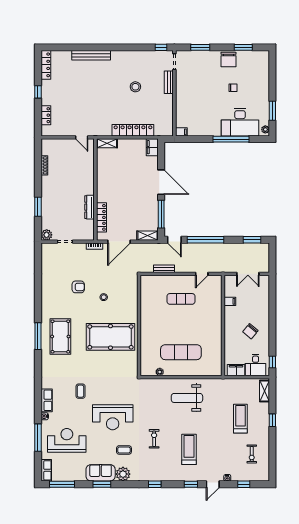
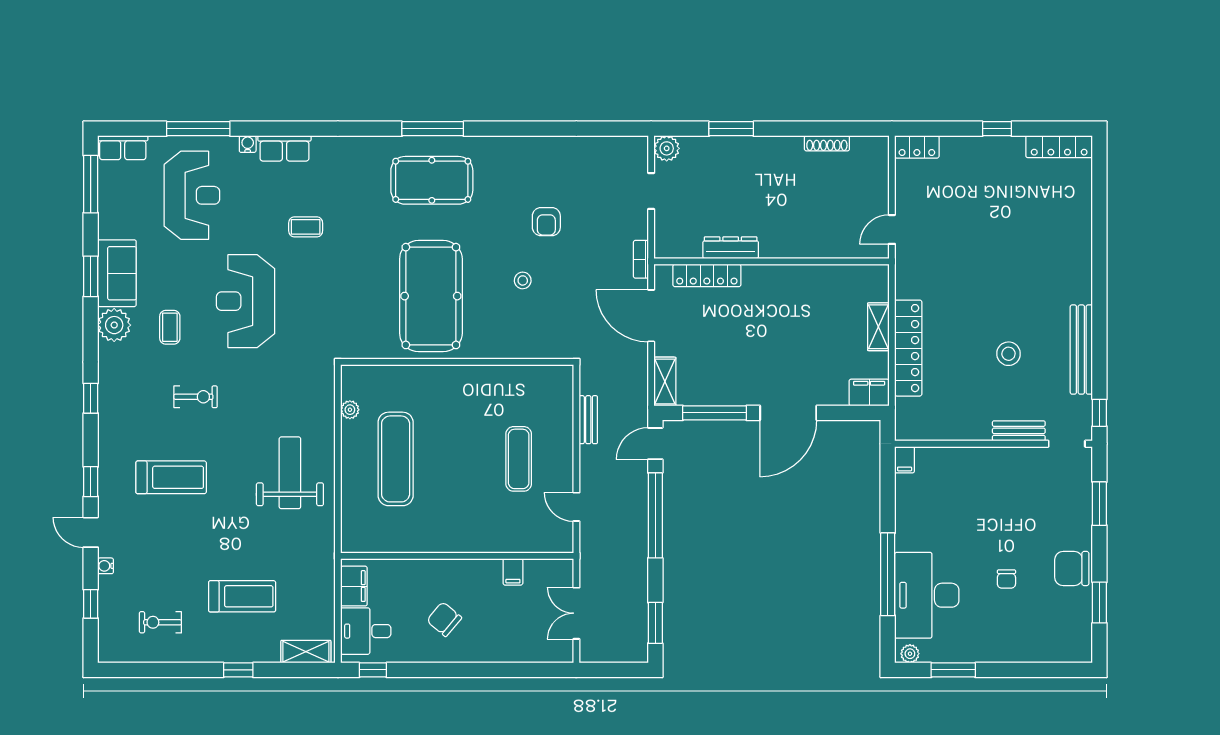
bench: (91, 55) -> (1081, 350), moved
locker: (46, 115) -> (917, 147), moved
shelving: (107, 143) -> (878, 327), moved

